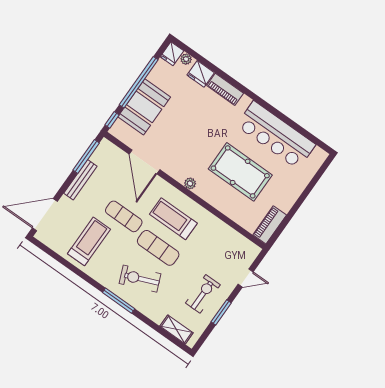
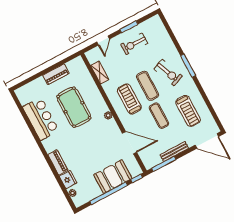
fridge: (172, 54) -> (79, 201), removed
bar counter: (276, 135) -> (41, 119), width x0.73
door: (144, 162) -> (130, 143), hinge flipped
treadmill: (173, 219) -> (129, 99), turned 180
piano: (270, 225) -> (56, 74), moved
treadmill: (89, 241) -> (188, 111), turned -90
door: (246, 278) -> (103, 40), swing flipped
shelving: (177, 329) -> (100, 73), moved

